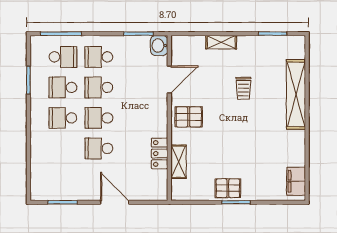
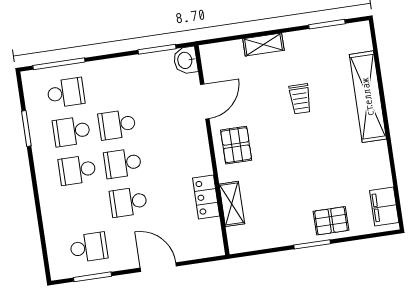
school desk: (99, 57) -> (89, 247), moved, turned 180
pallet: (189, 117) -> (236, 145), turned 90
pallet: (228, 188) -> (331, 221), moved

